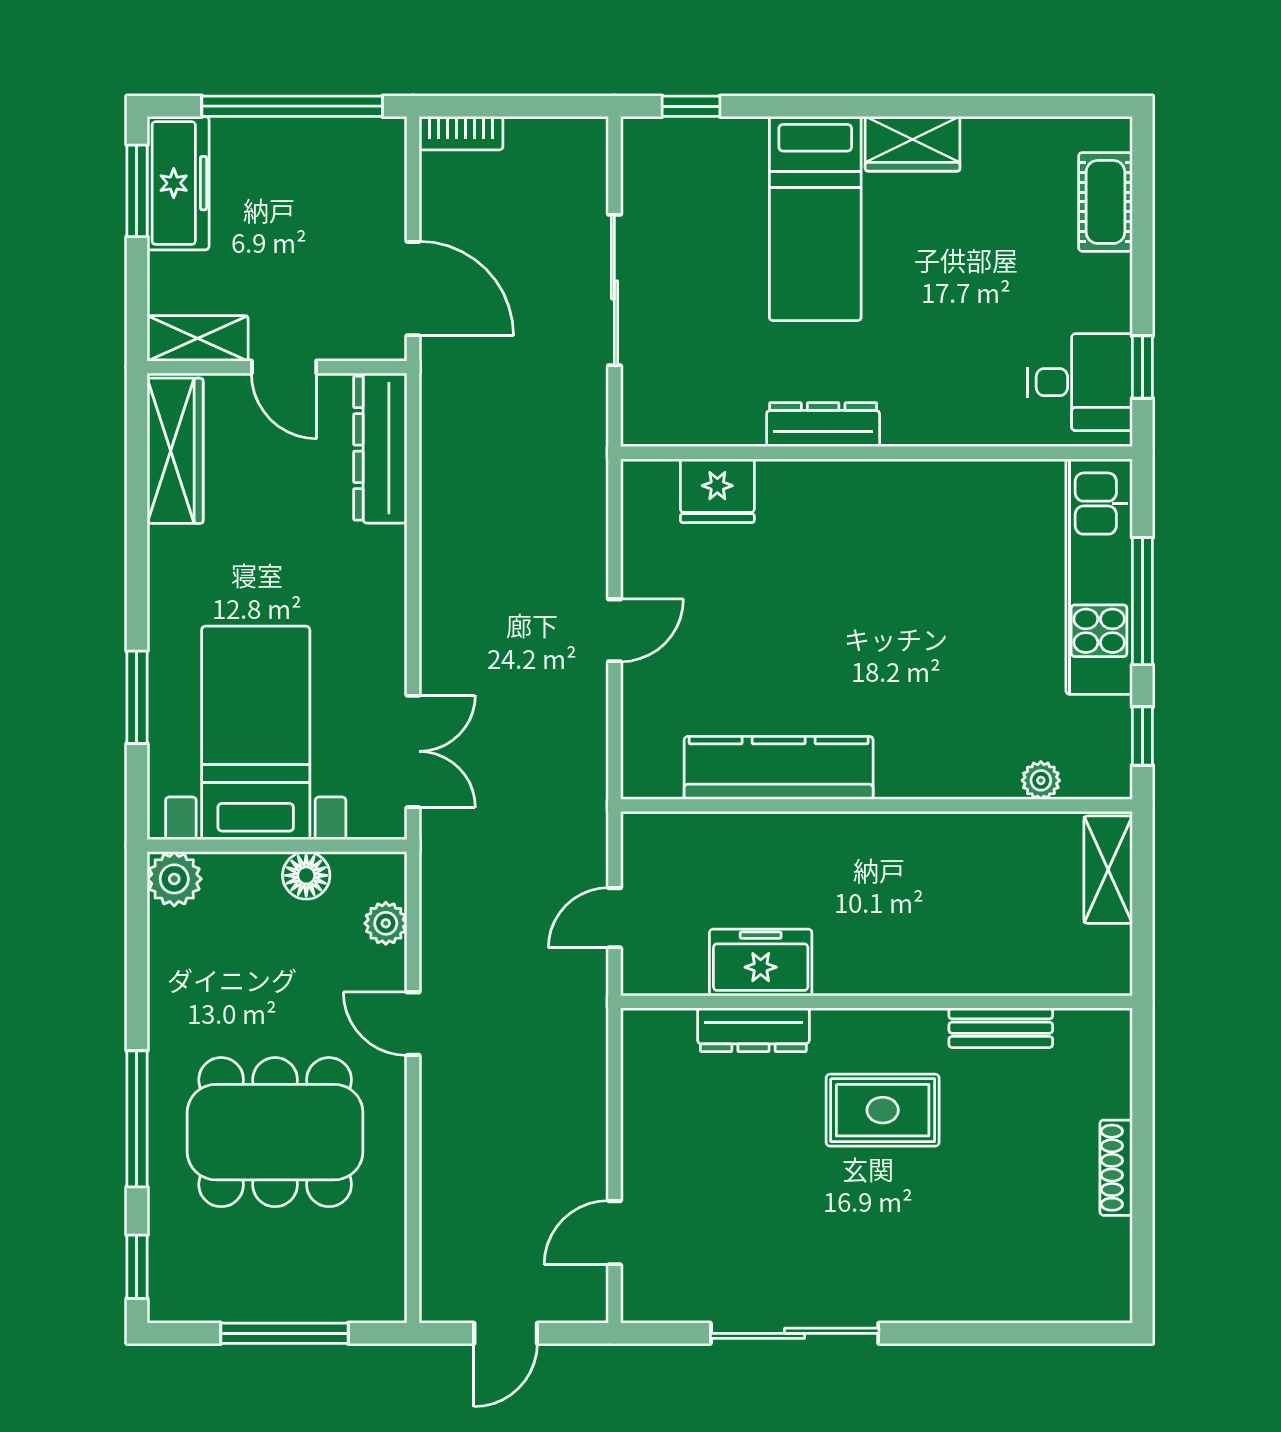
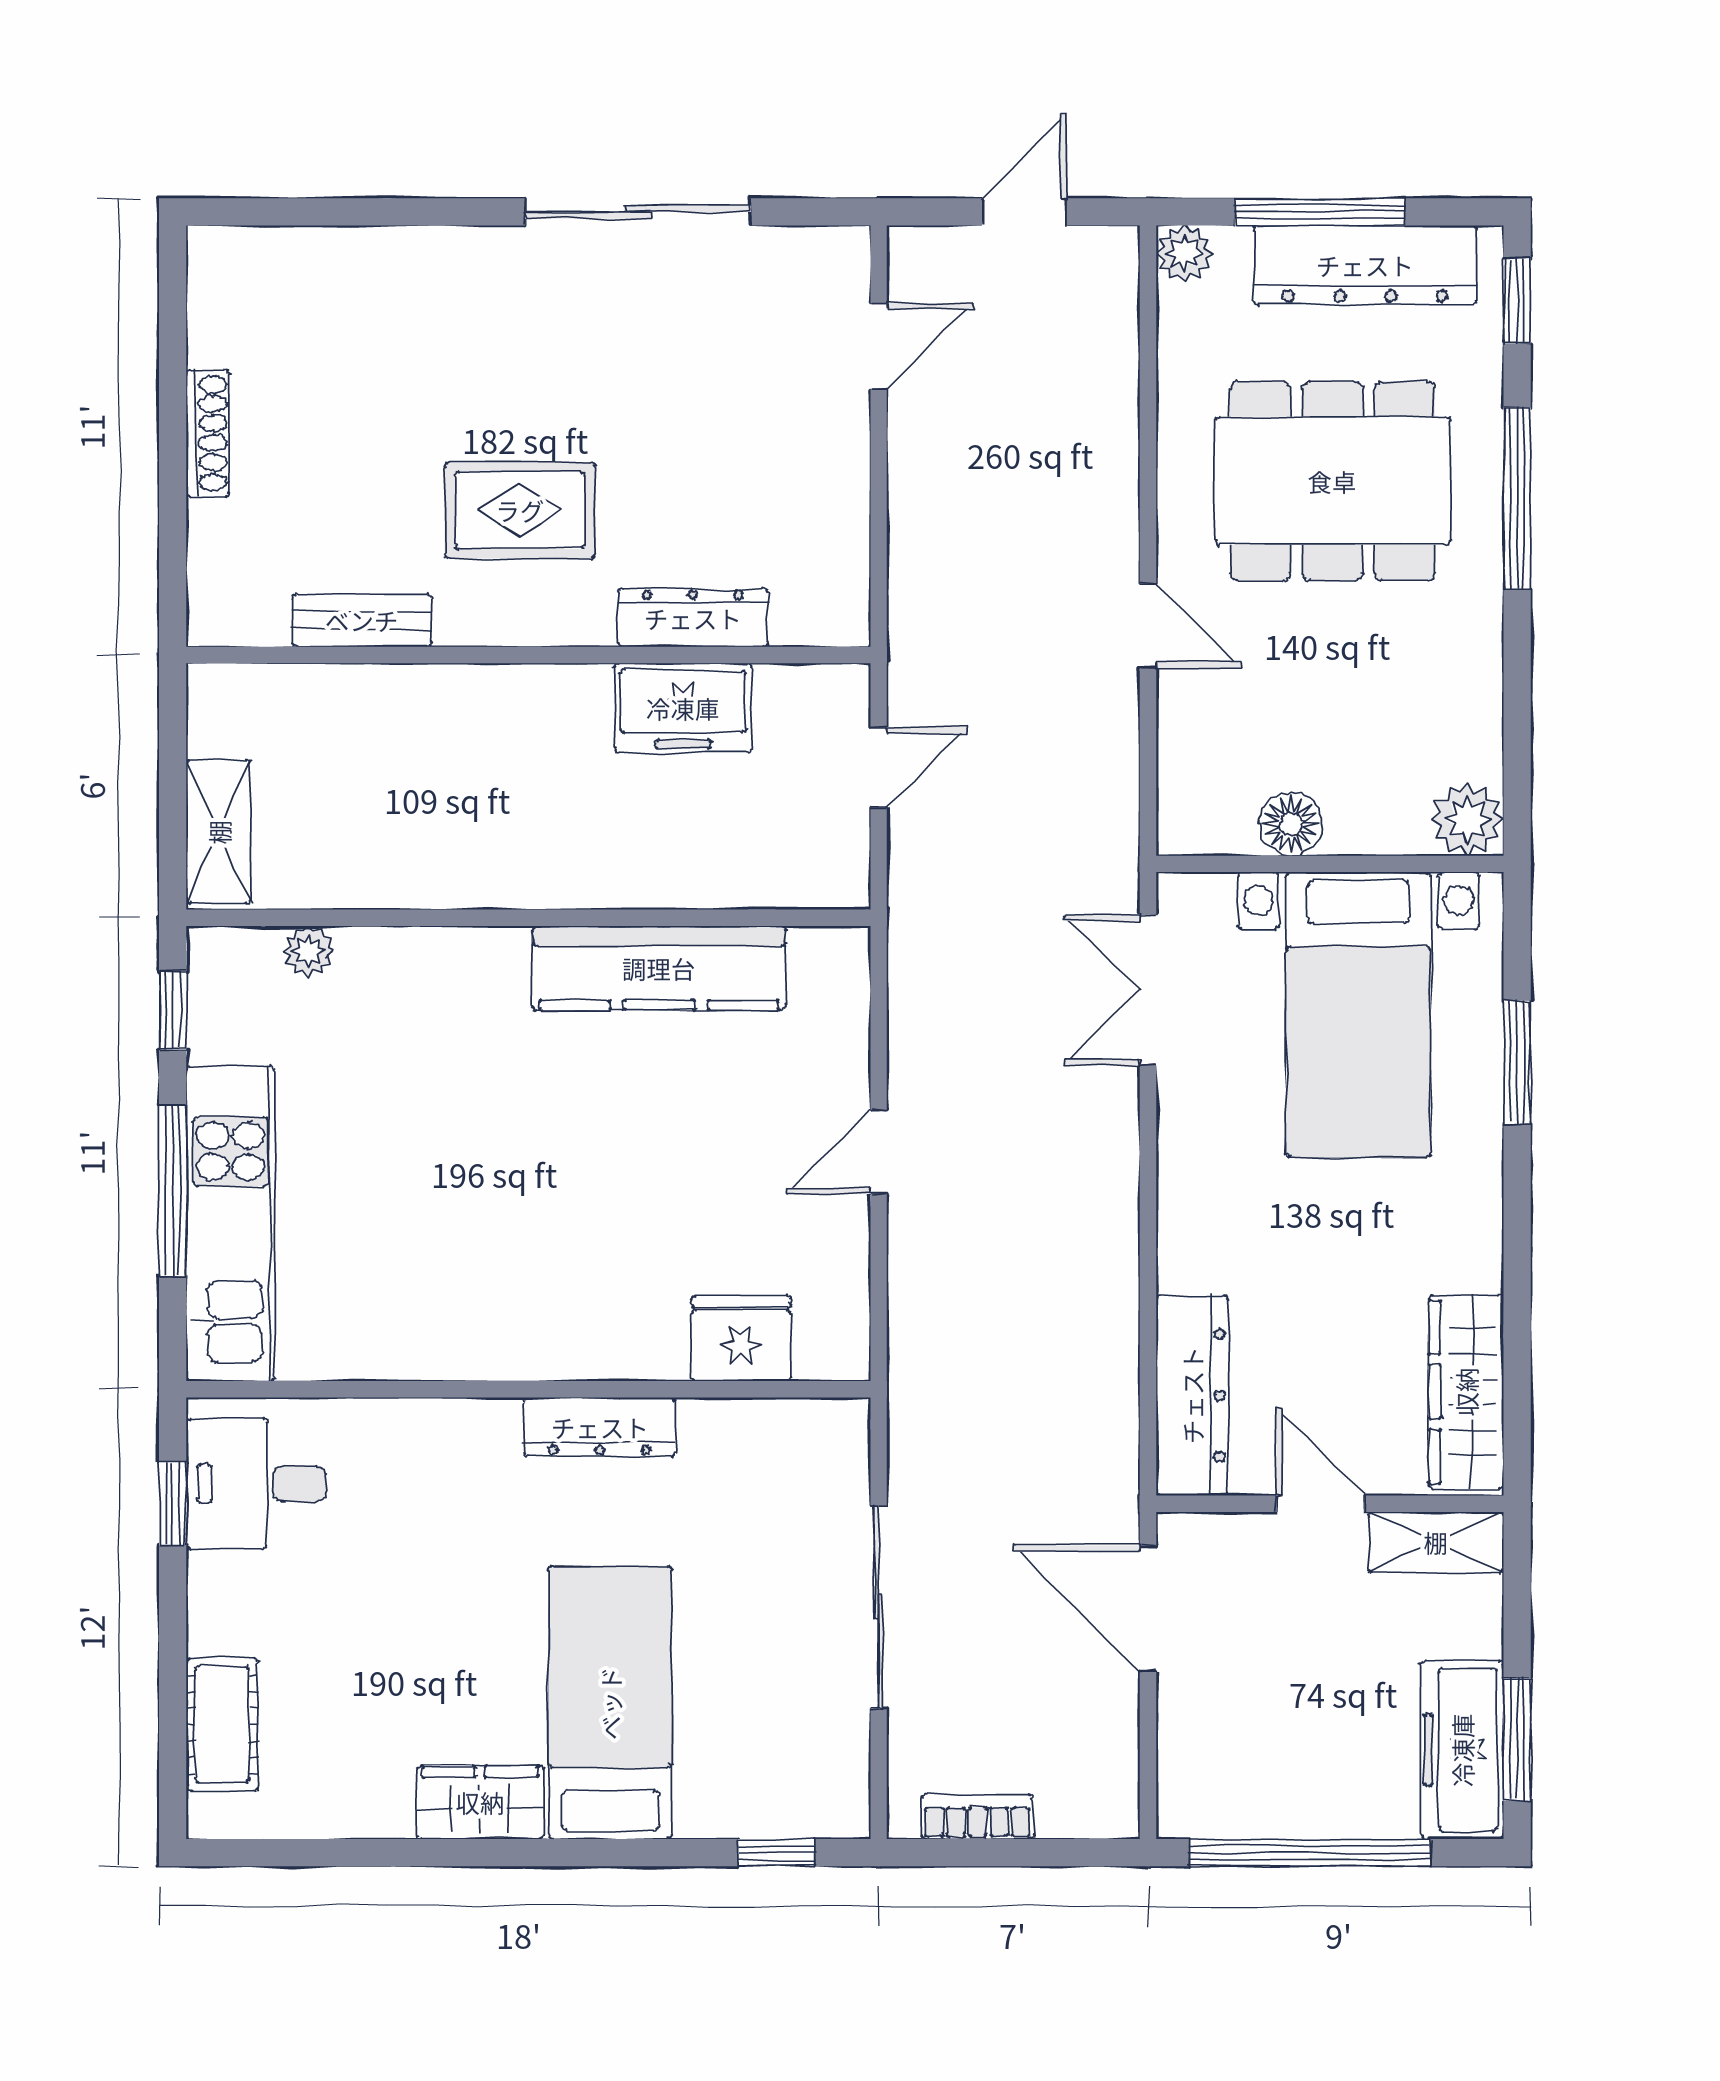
bookcase: (461, 133) -> (977, 1817), moved
plant: (386, 923) -> (1184, 254), moved
dresser: (251, 1294) -> (1365, 265), added

